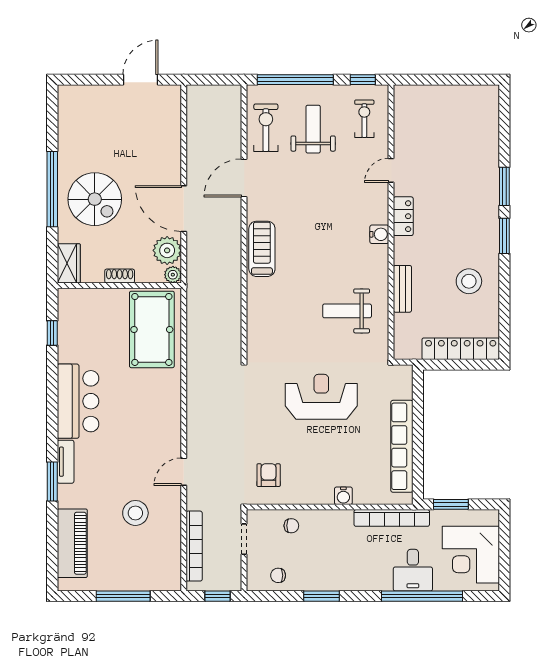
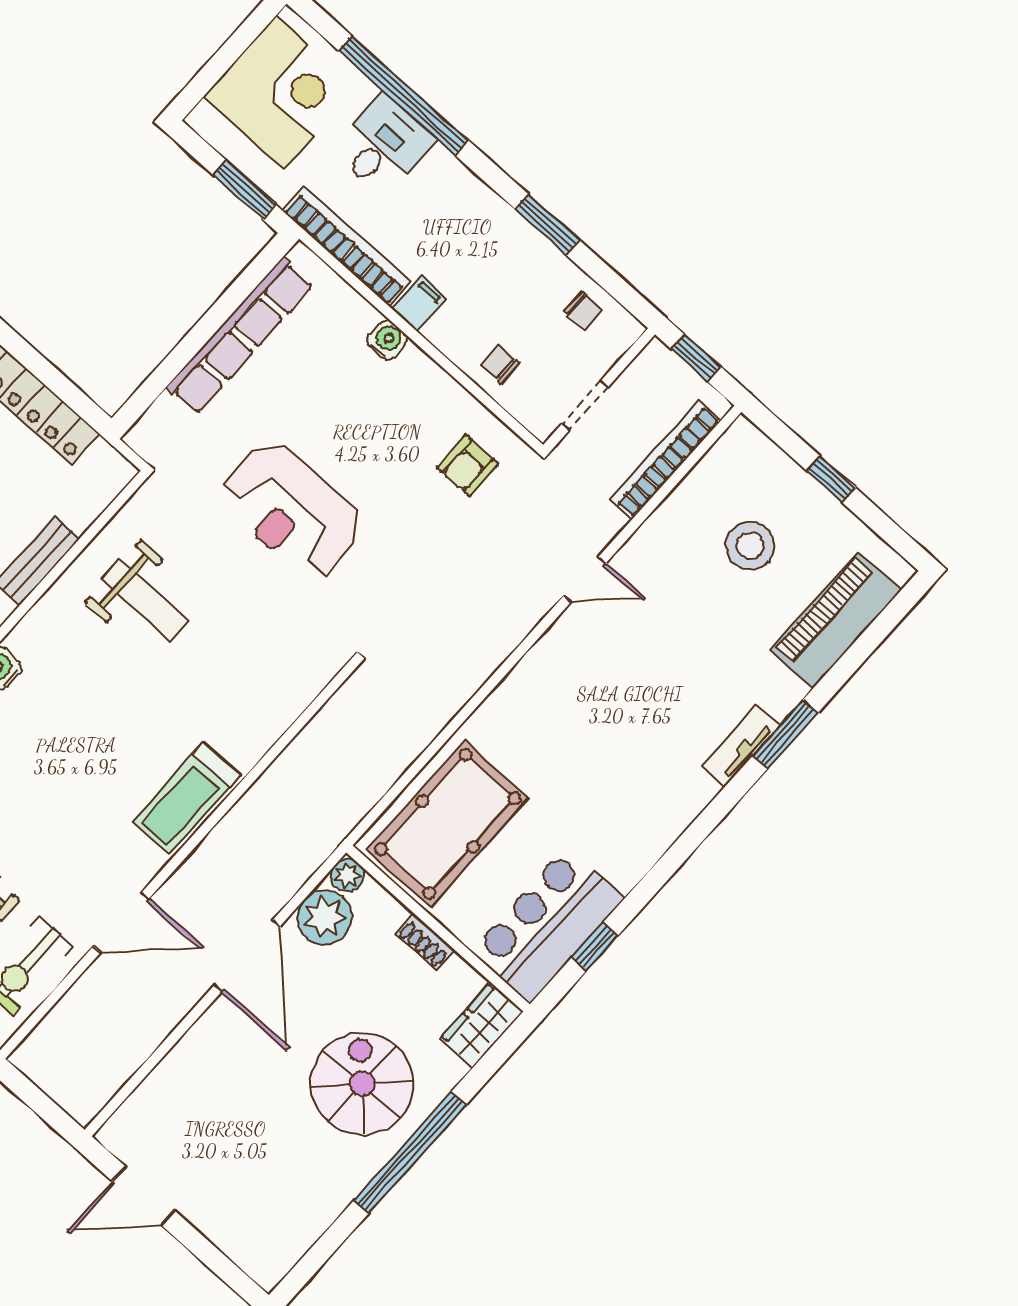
bar counter: (78, 401) -> (548, 925), moved
stool: (135, 513) -> (750, 546), moved
filing cabinet: (344, 521) -> (419, 303), added
window: (123, 596) -> (831, 479), width x0.46

